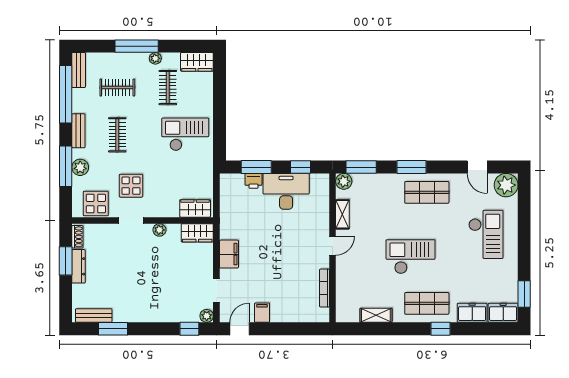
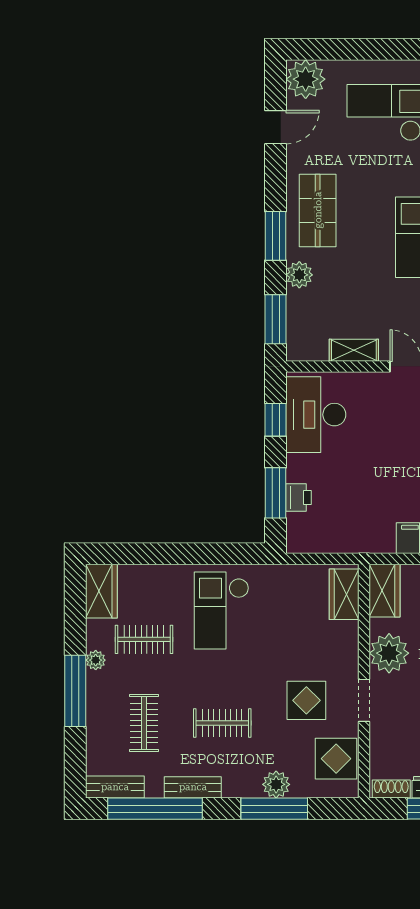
bench: (78, 131) -> (193, 787), moved
plant: (344, 181) -> (299, 275), moved
desk: (286, 191) -> (316, 415), moved
plant: (159, 230) -> (389, 653), width x1.88, depth x1.88

